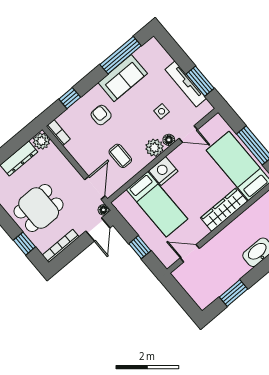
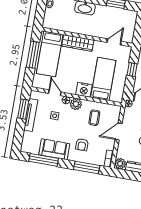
window: (70, 98) -> (87, 167), width x2.17
door: (95, 188) -> (119, 131), moved
door: (190, 253) -> (114, 42), swing flipped

